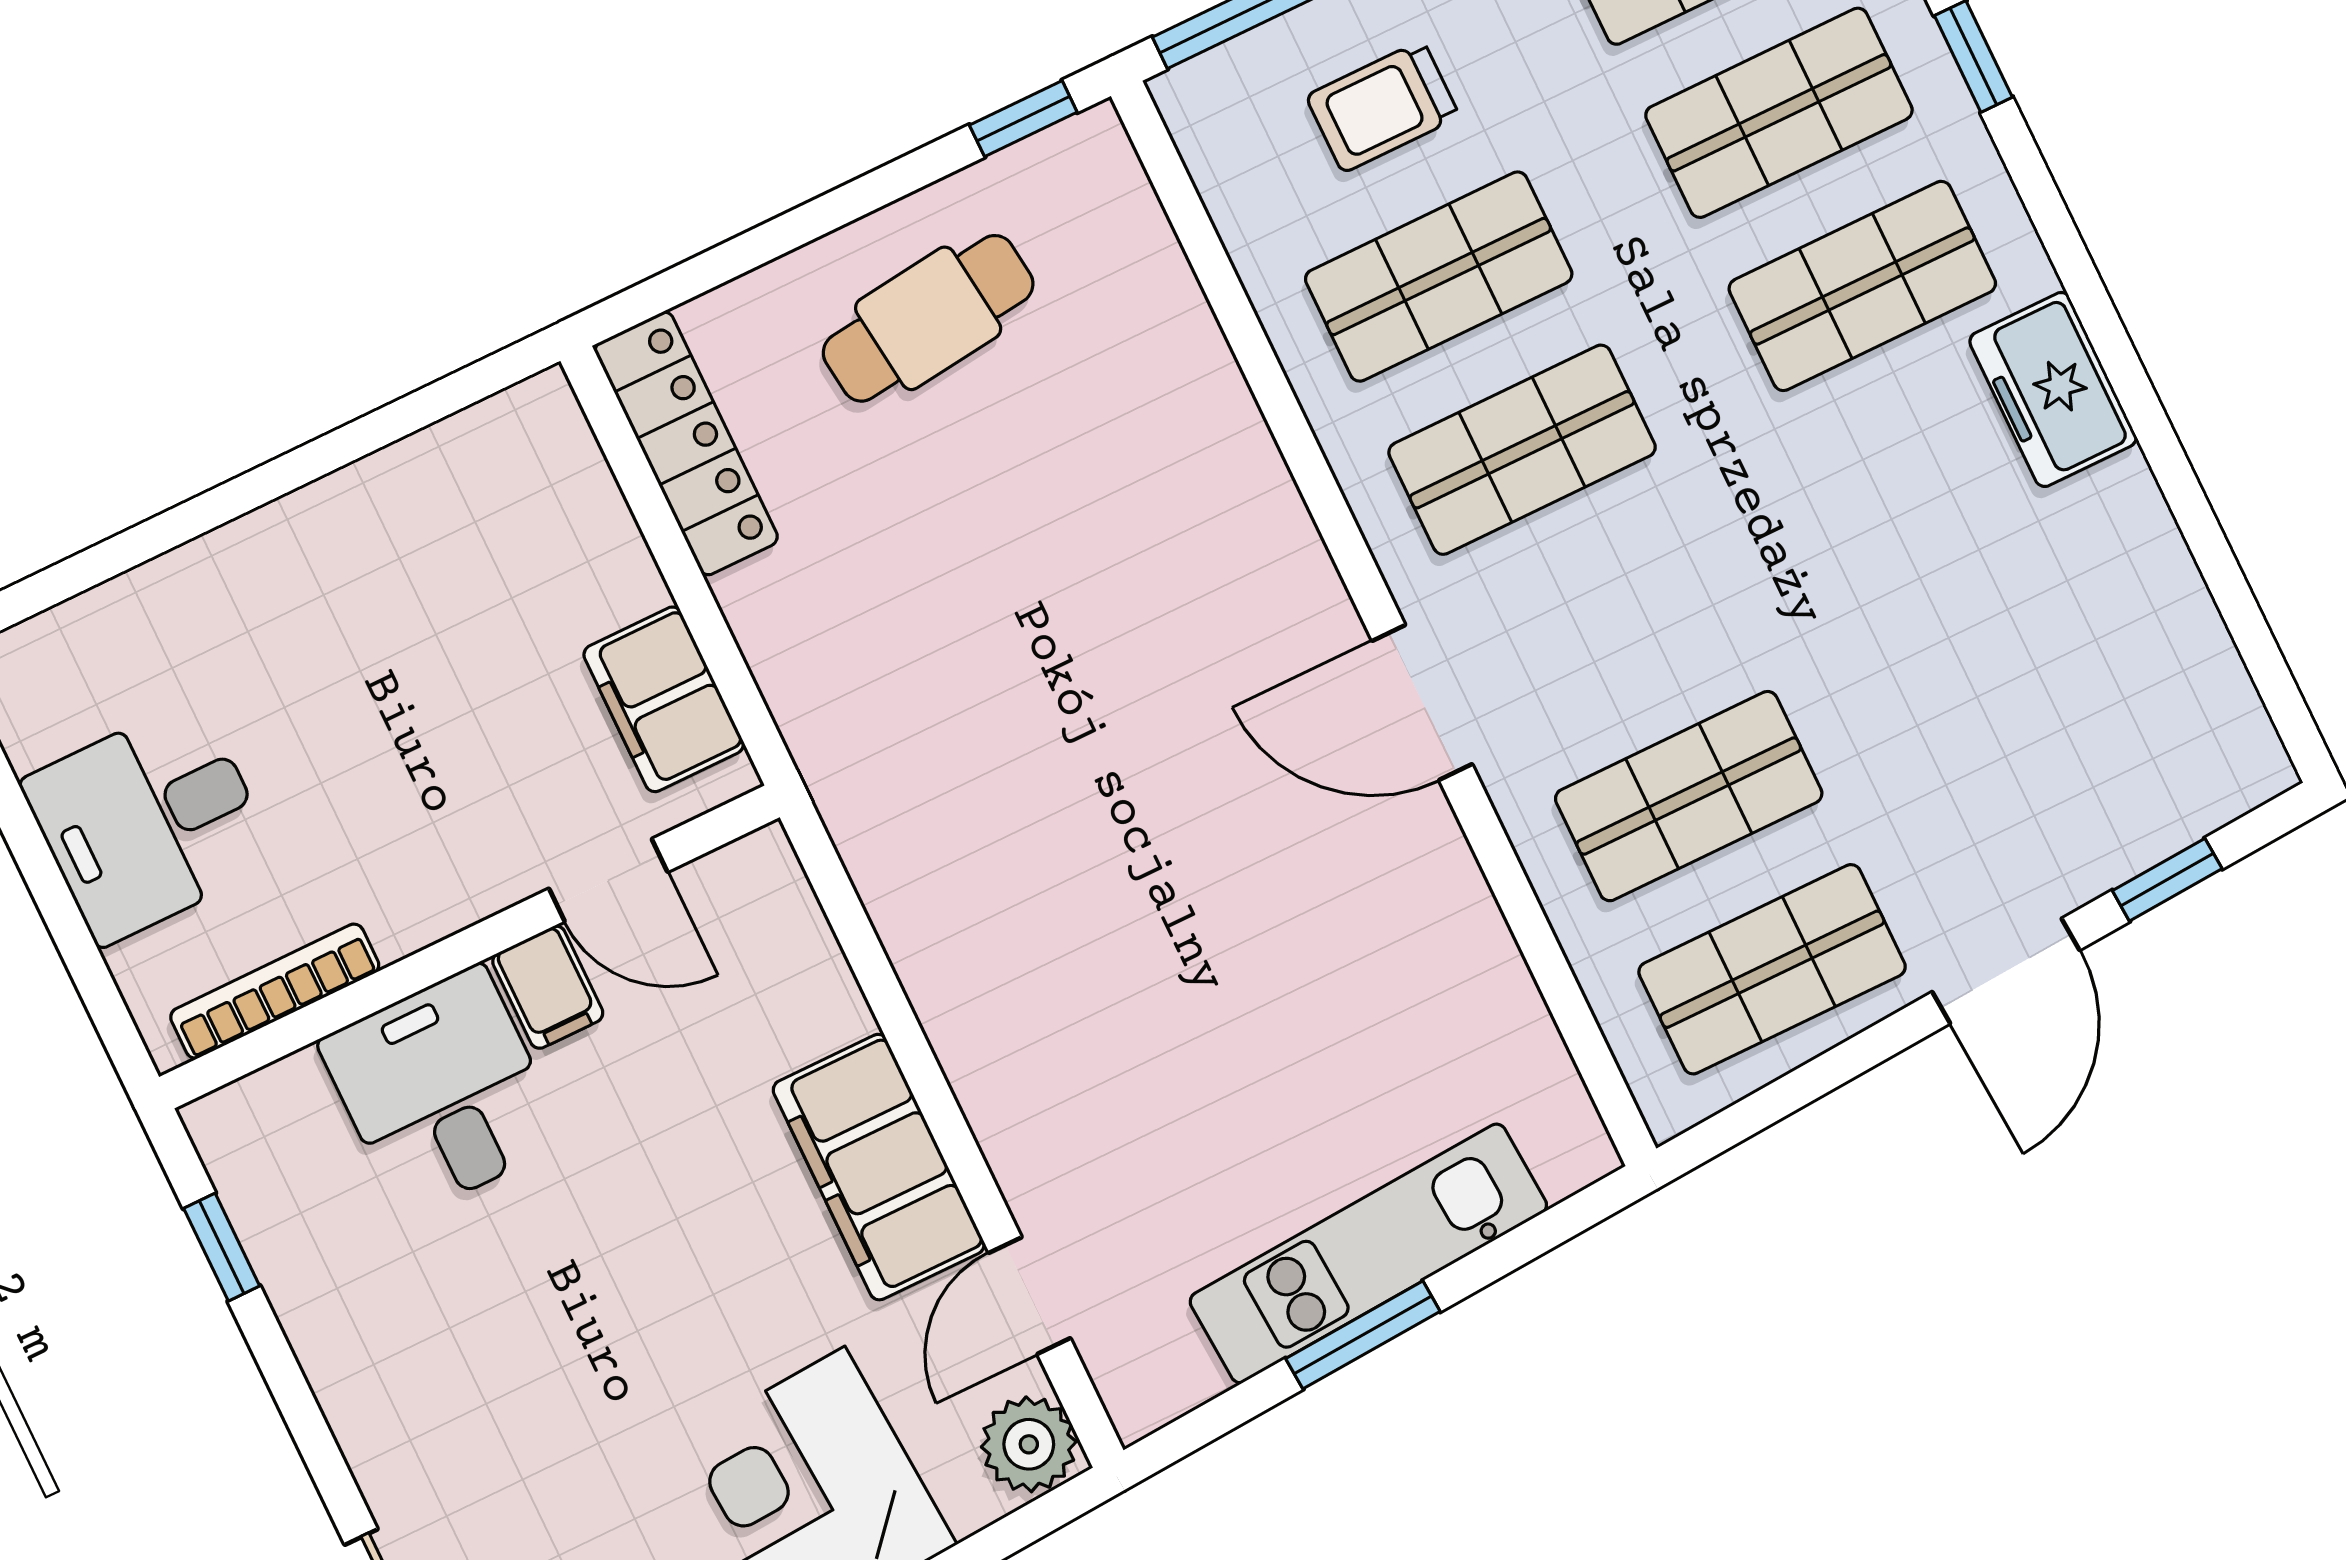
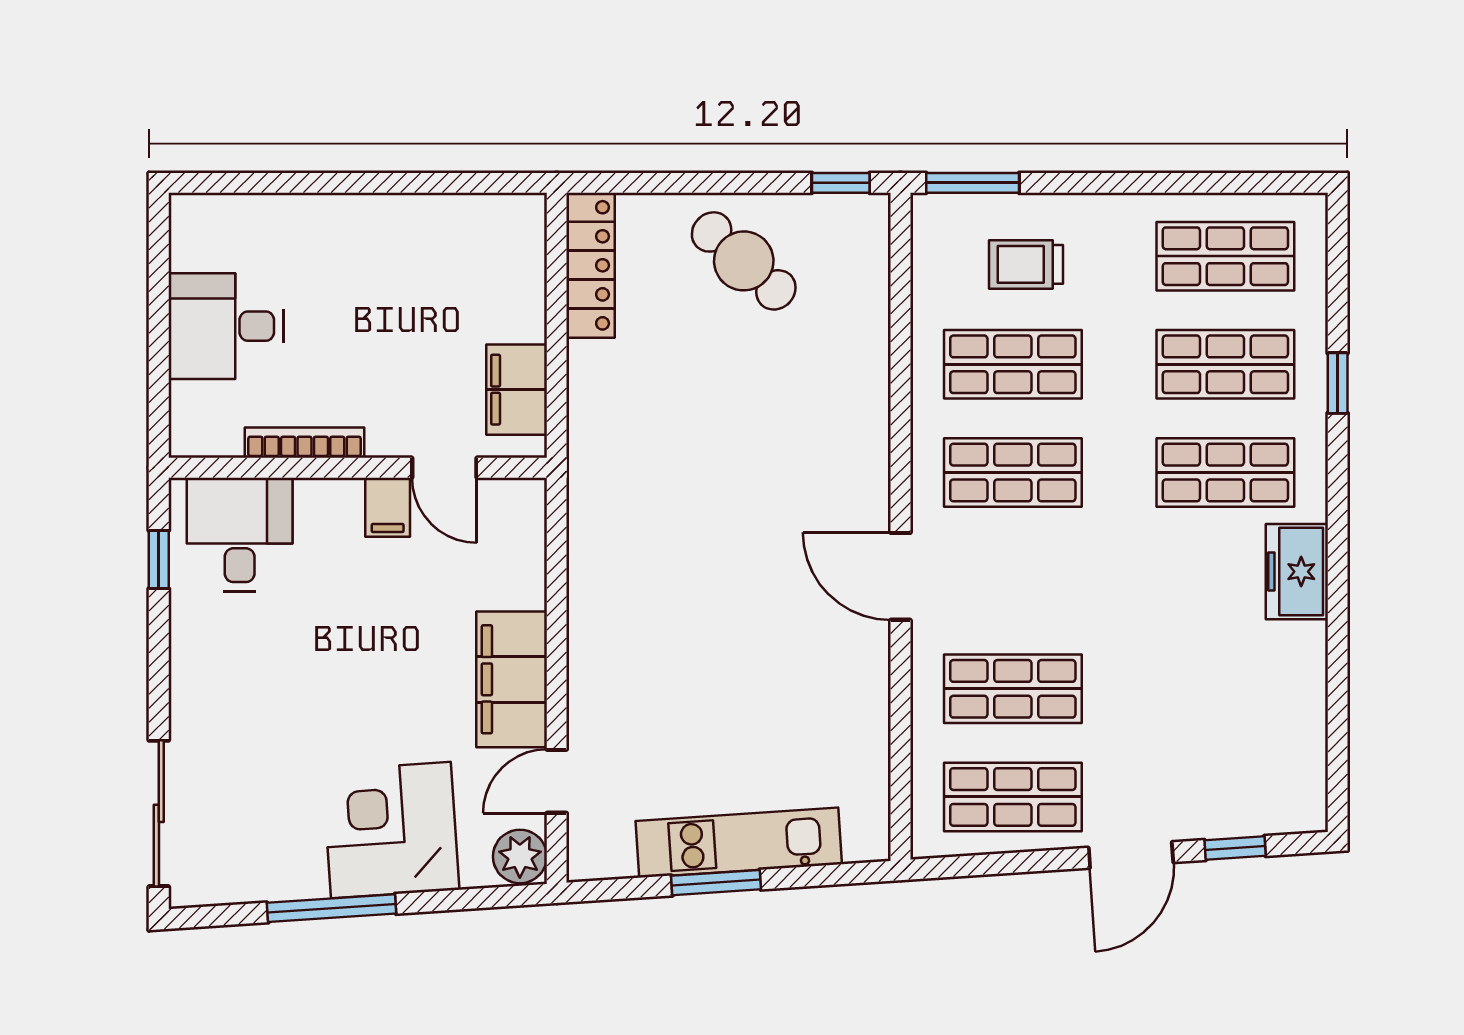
cafe table: (928, 318) -> (744, 261), turned 49
bookcase: (275, 991) -> (305, 443), moved
desk: (442, 1091) -> (240, 534), moved

